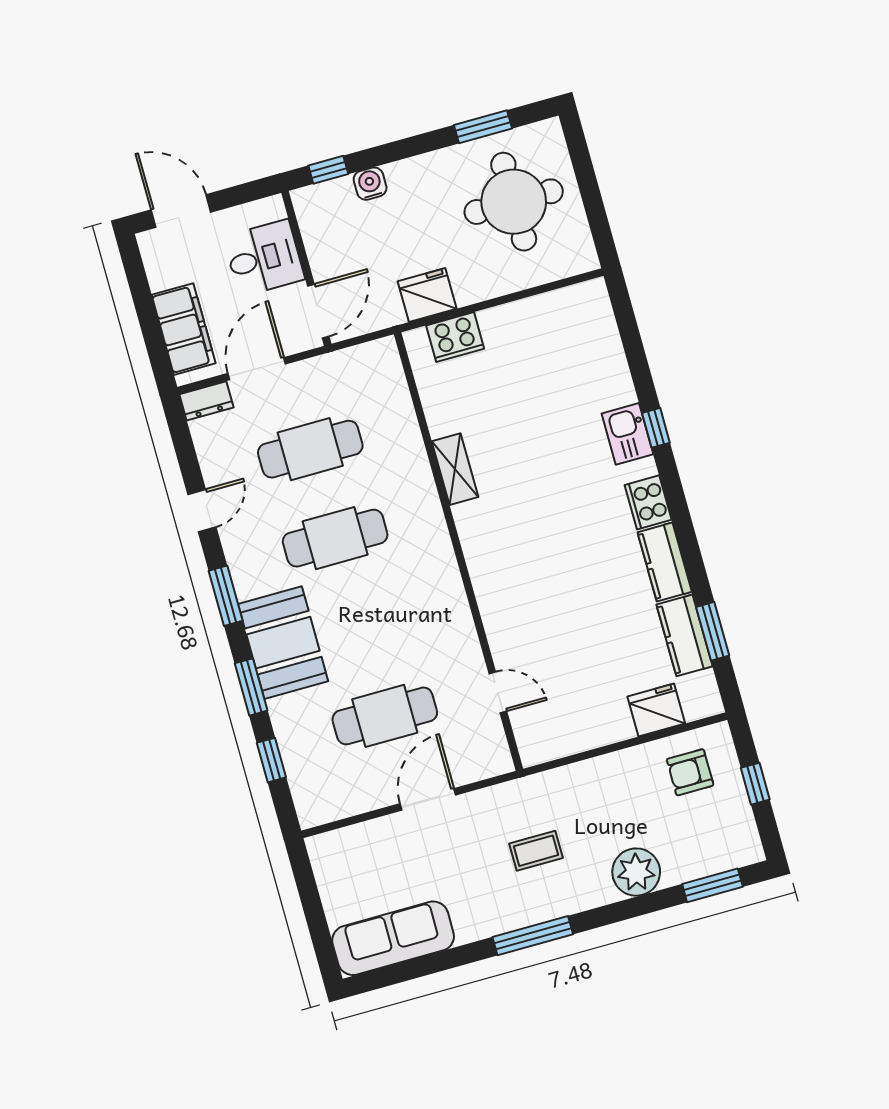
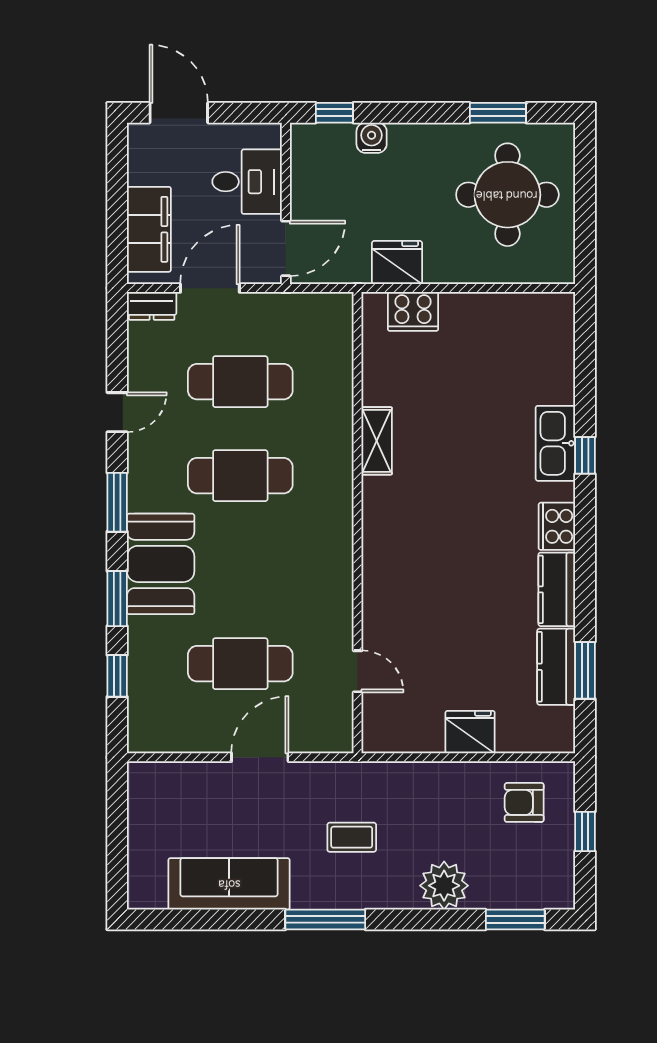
kitchen sink: (627, 434) -> (555, 443), width x1.38
fridge: (656, 710) -> (470, 732), moved
sofa: (393, 938) -> (229, 884), moved

